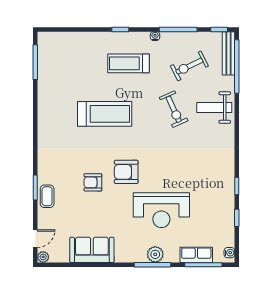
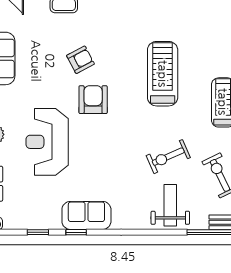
treadmill: (105, 114) -> (163, 74), turned 180
sofa: (223, 177) -> (86, 215), added
armchair: (93, 182) -> (80, 60), turned 62

